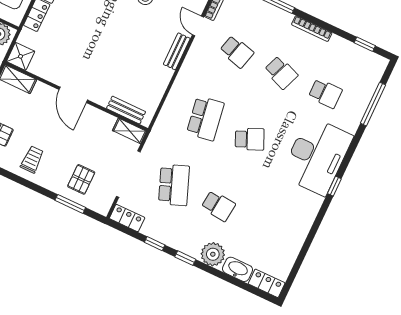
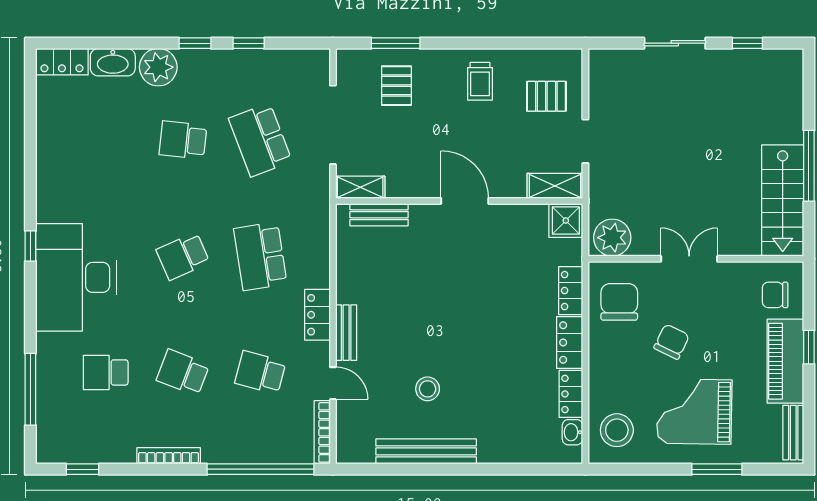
locker: (127, 218) -> (317, 315), moved, turned 90

